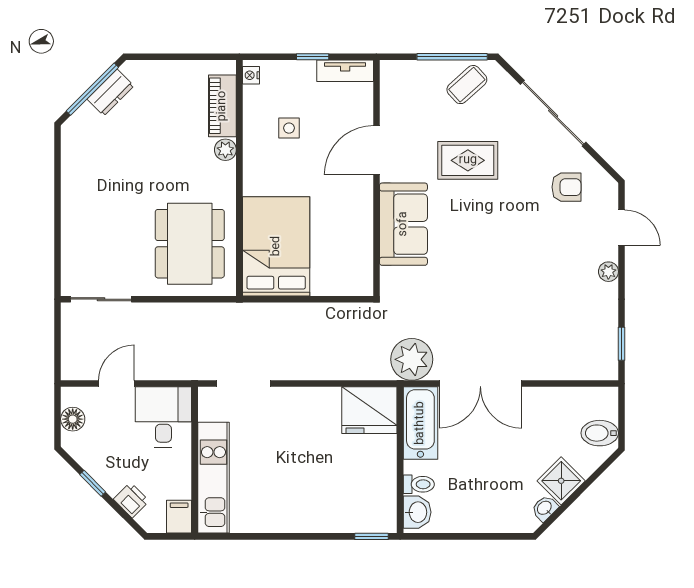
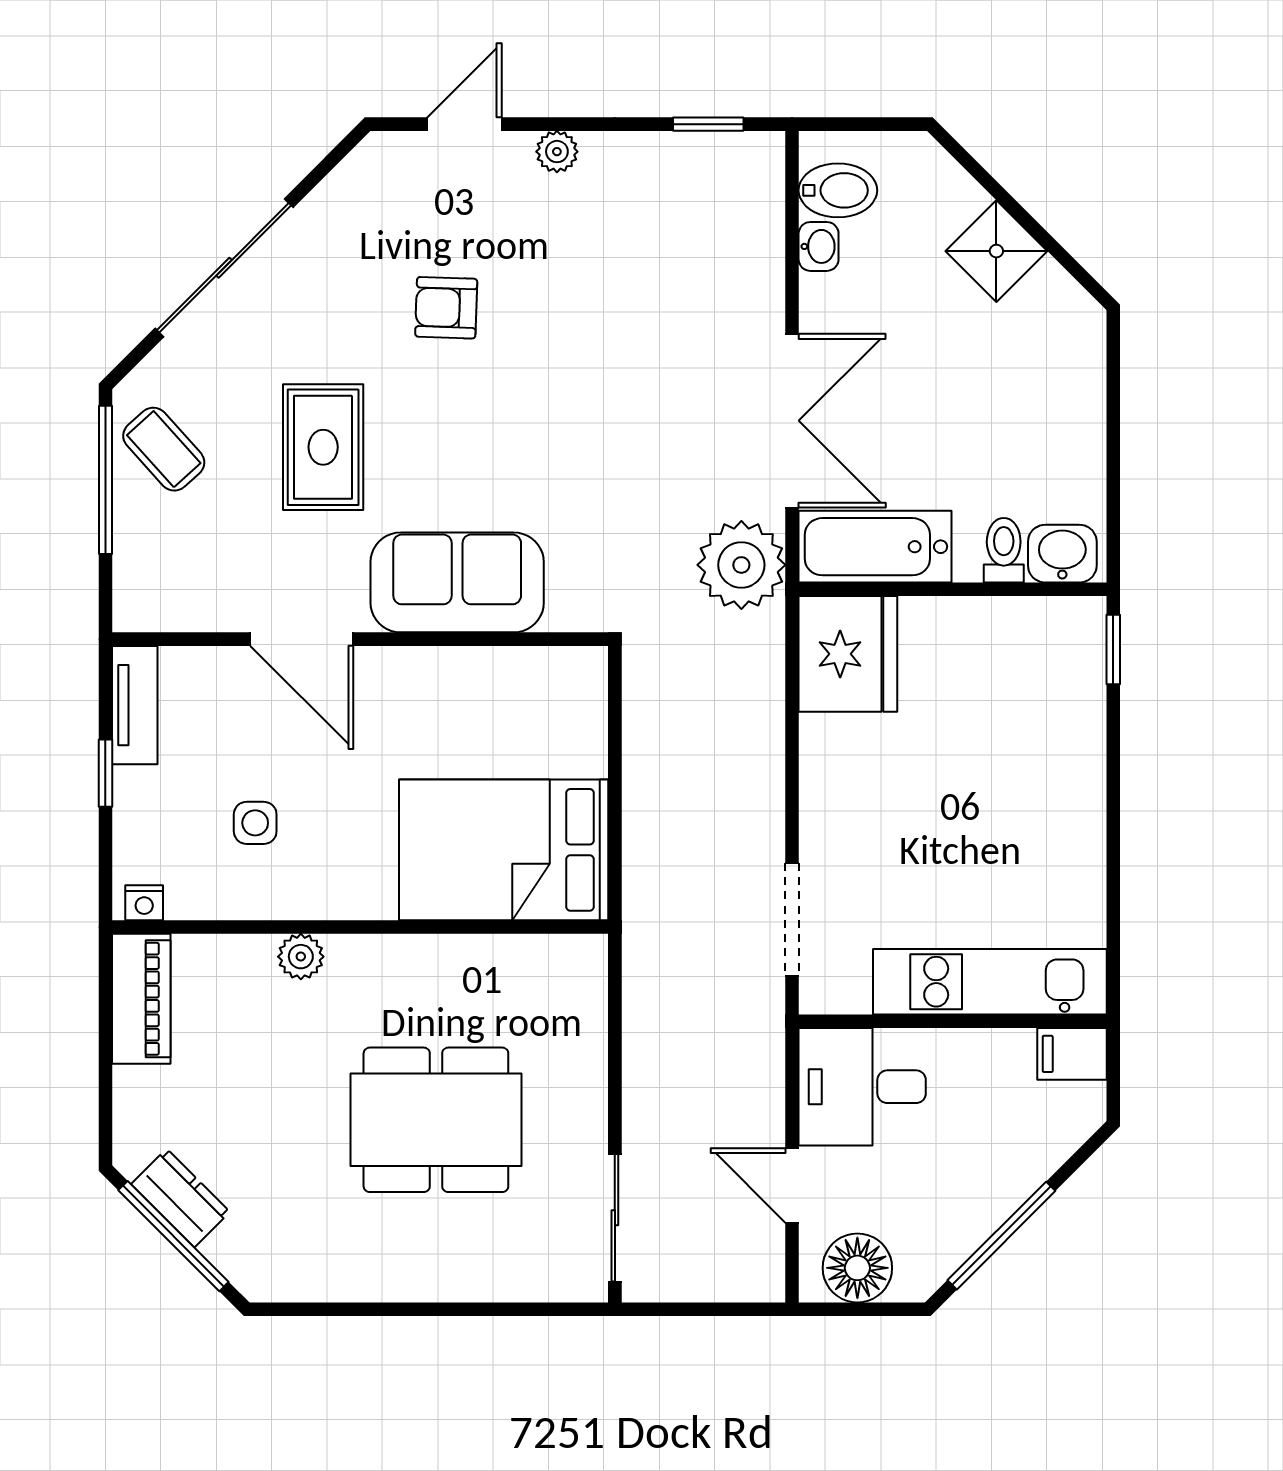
piano: (222, 106) -> (141, 999), moved, turned -90
armchair: (567, 187) -> (446, 308), moved, turned -88
dining table: (190, 244) -> (436, 1120), moved
floor lamp: (73, 419) -> (857, 1268), width x1.38, depth x1.38
bidet: (600, 433) -> (838, 190), moved, turned -90
window: (93, 483) -> (1001, 1236), width x2.17
printer: (131, 500) -> (1037, 1154), removed
washbasin: (545, 508) -> (819, 246), moved, turned -135

